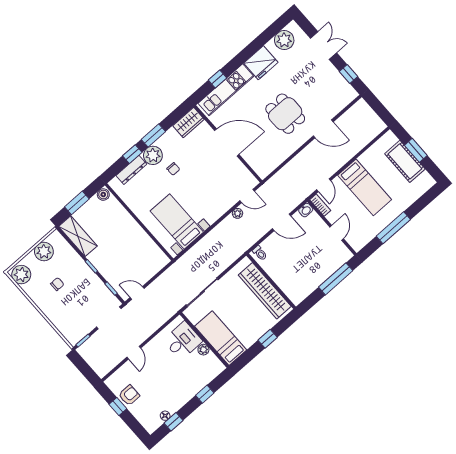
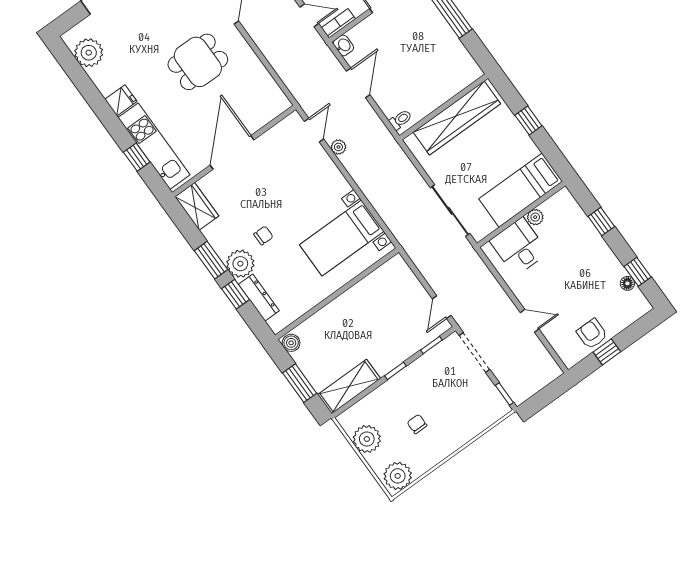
fridge: (261, 63) -> (121, 100), width x0.53, depth x0.75

